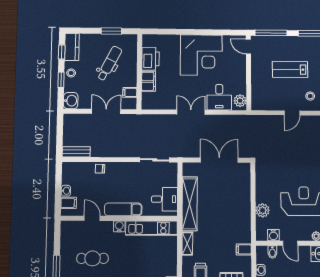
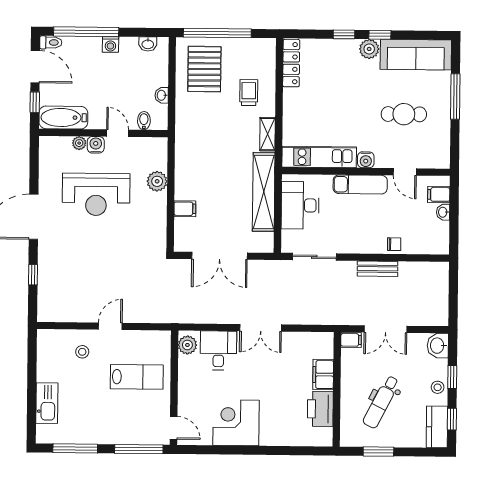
corner desk: (201, 55) -> (236, 423), width x0.74, depth x0.74
lab bench: (290, 69) -> (137, 377), moved
filing cabinet: (130, 92) -> (351, 340), moved
bench: (76, 152) -> (378, 269), moved
desk: (164, 199) -> (300, 205), width x1.37
water cooler: (273, 235) -> (96, 145), moved
filing cabinet: (244, 249) -> (185, 209), moved

